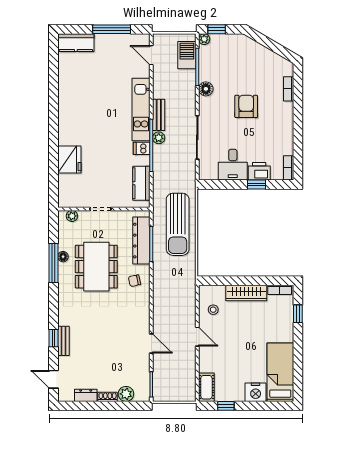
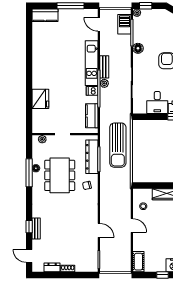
plant: (126, 394) -> (81, 266), removed
window: (226, 406) -> (163, 275), moved

